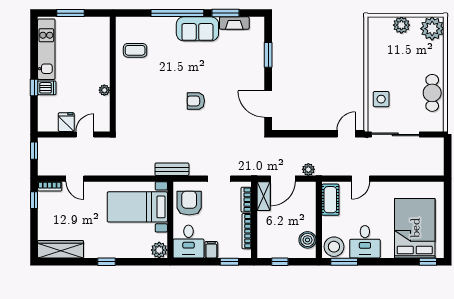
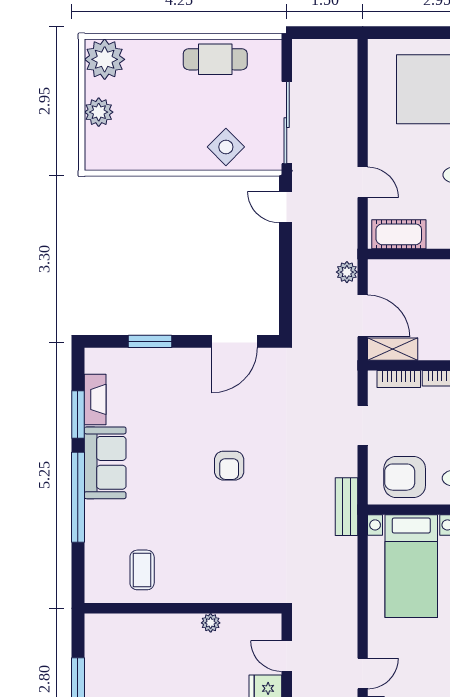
side table: (381, 99) -> (226, 147), turned 45

